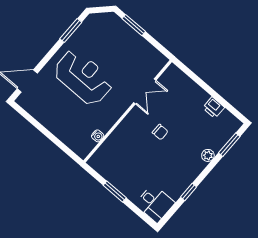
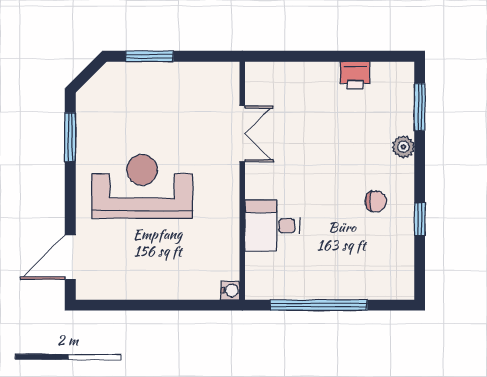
chair: (160, 132) -> (376, 201), moved
water cooler: (98, 136) -> (230, 290), moved
window: (115, 191) -> (319, 305), width x2.11
desk: (155, 203) -> (272, 226), moved, turned 180

